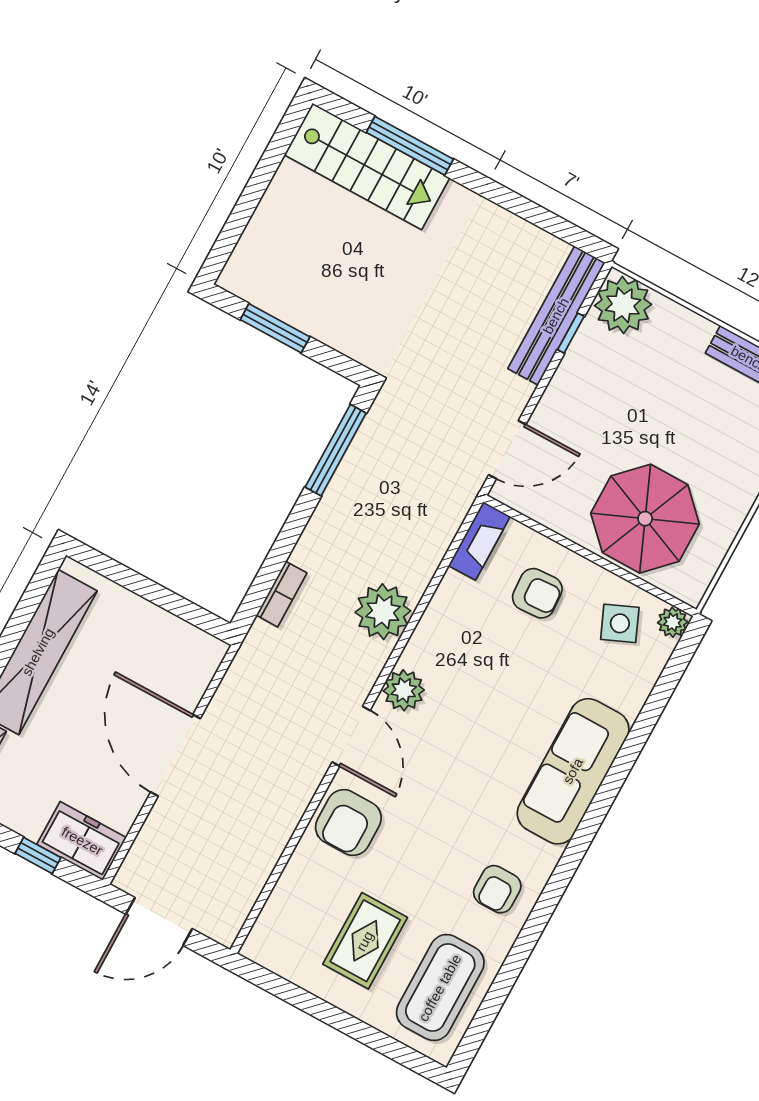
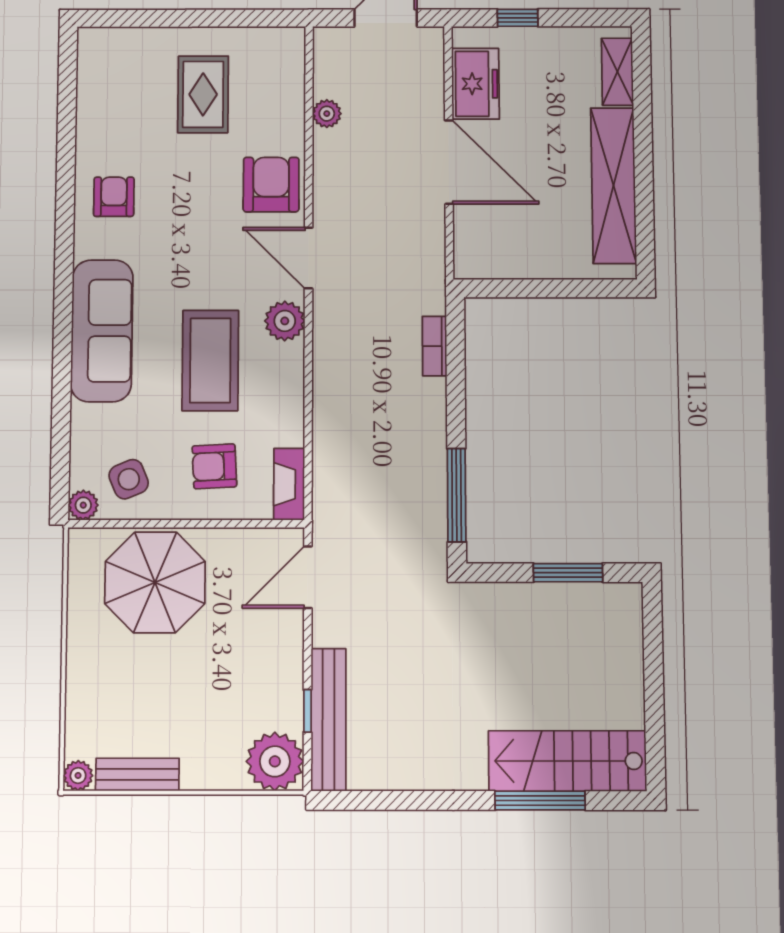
plant: (383, 612) -> (327, 114), moved, width x0.53, depth x0.53
freezer: (82, 841) -> (475, 84), moved, turned -90
coffee table: (440, 988) -> (210, 360), moved

